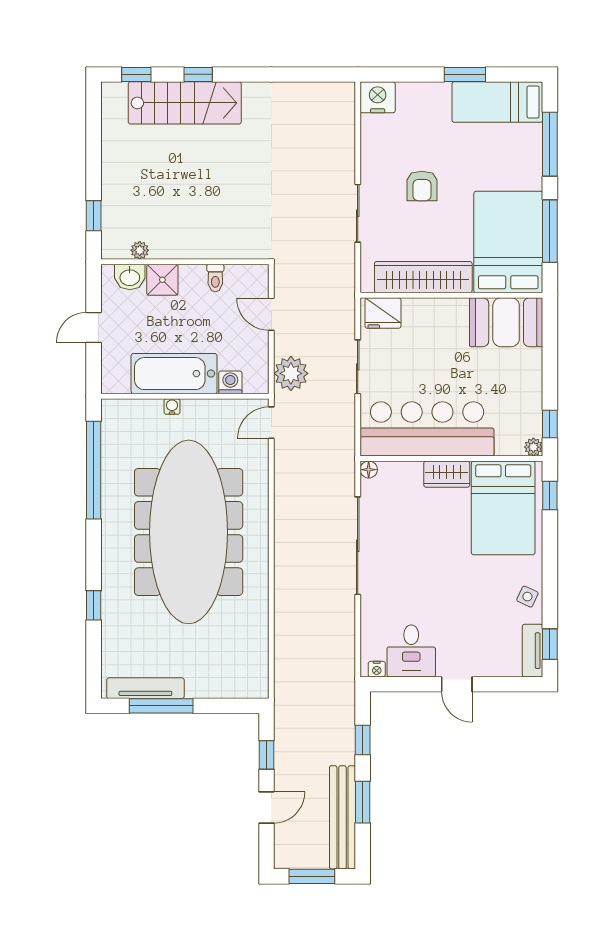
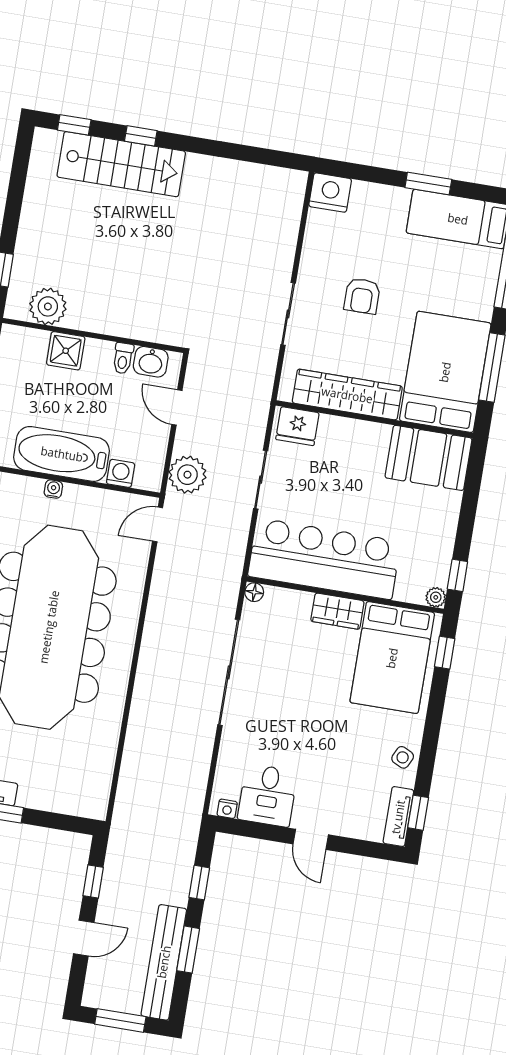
plant: (140, 250) -> (48, 306), width x1.87, depth x1.87
washbasin: (130, 277) -> (151, 362), moved

